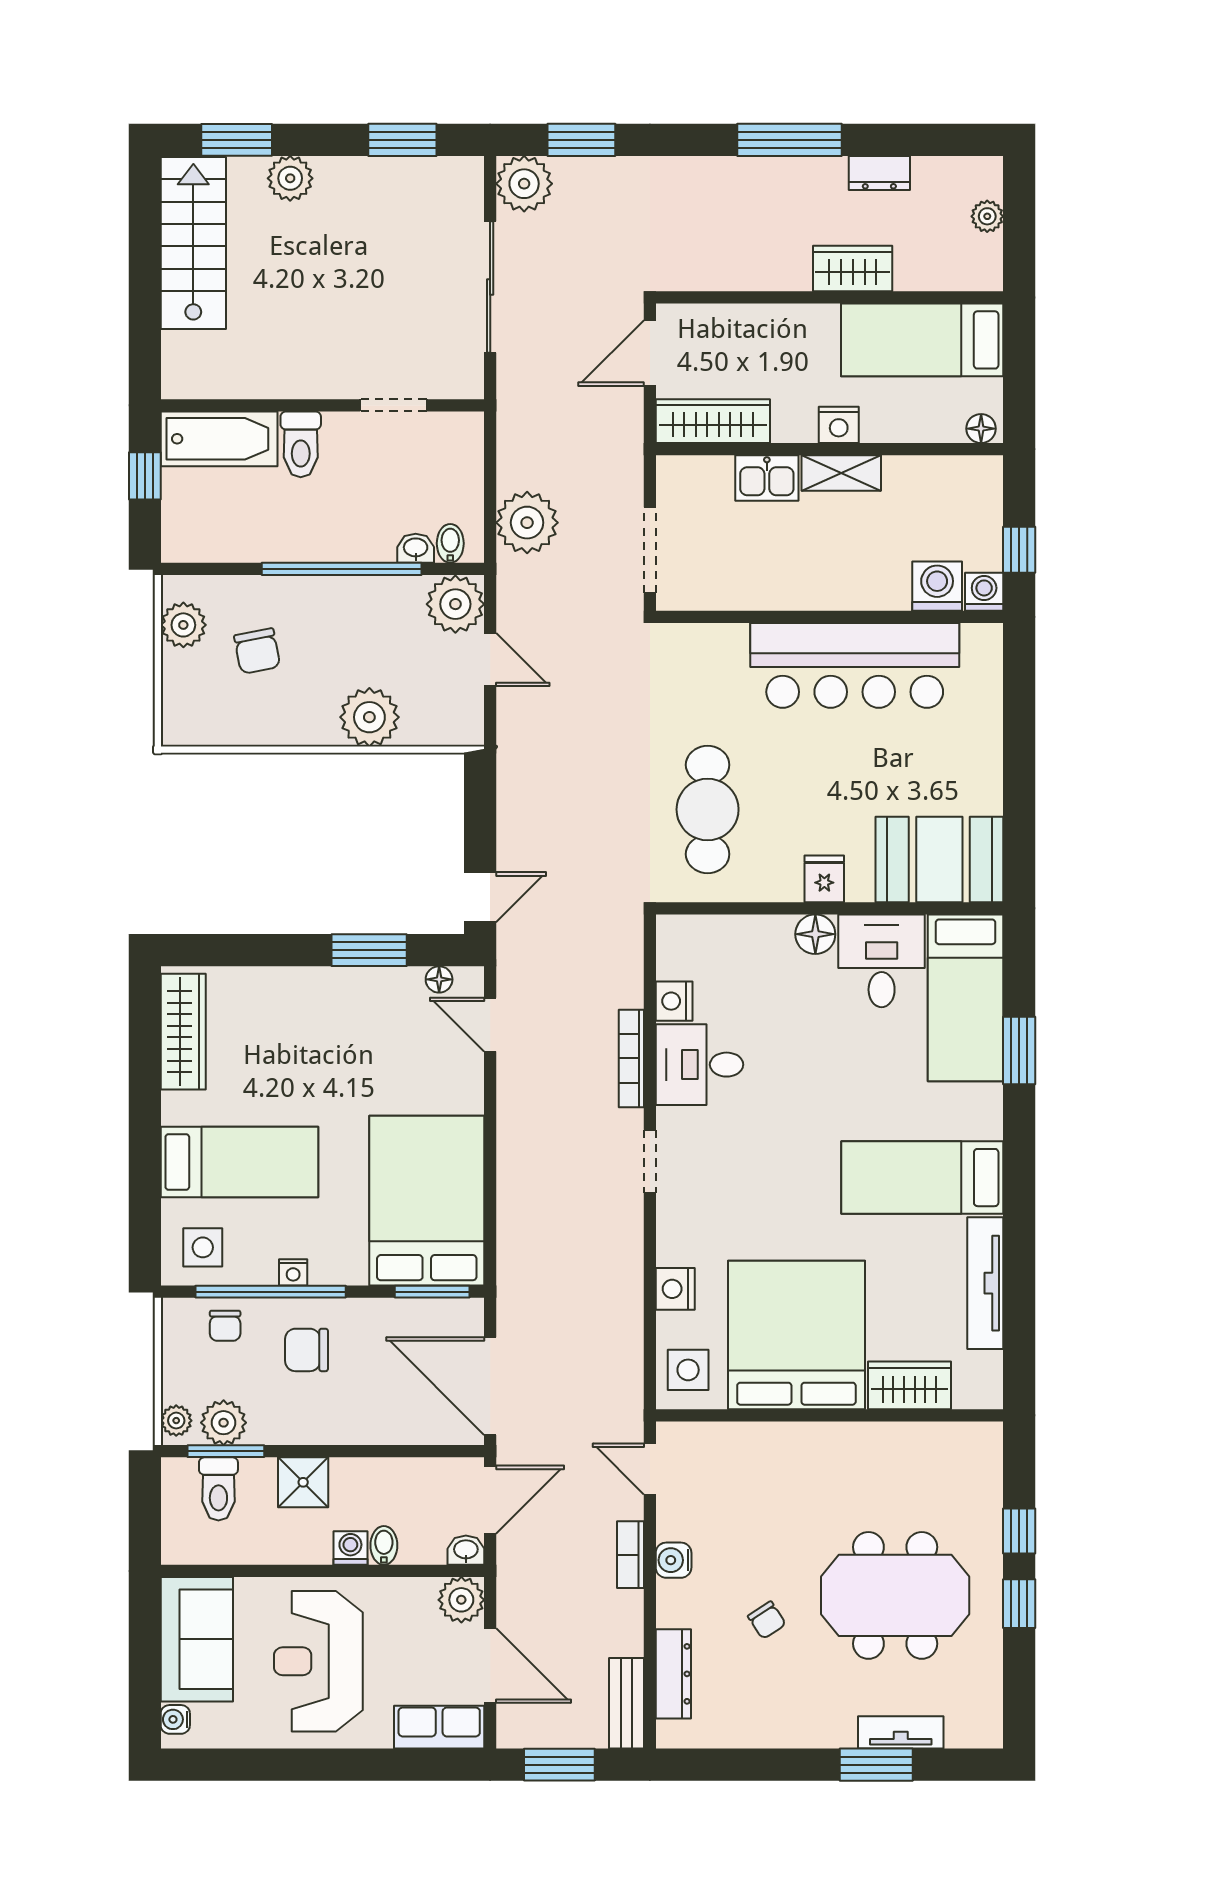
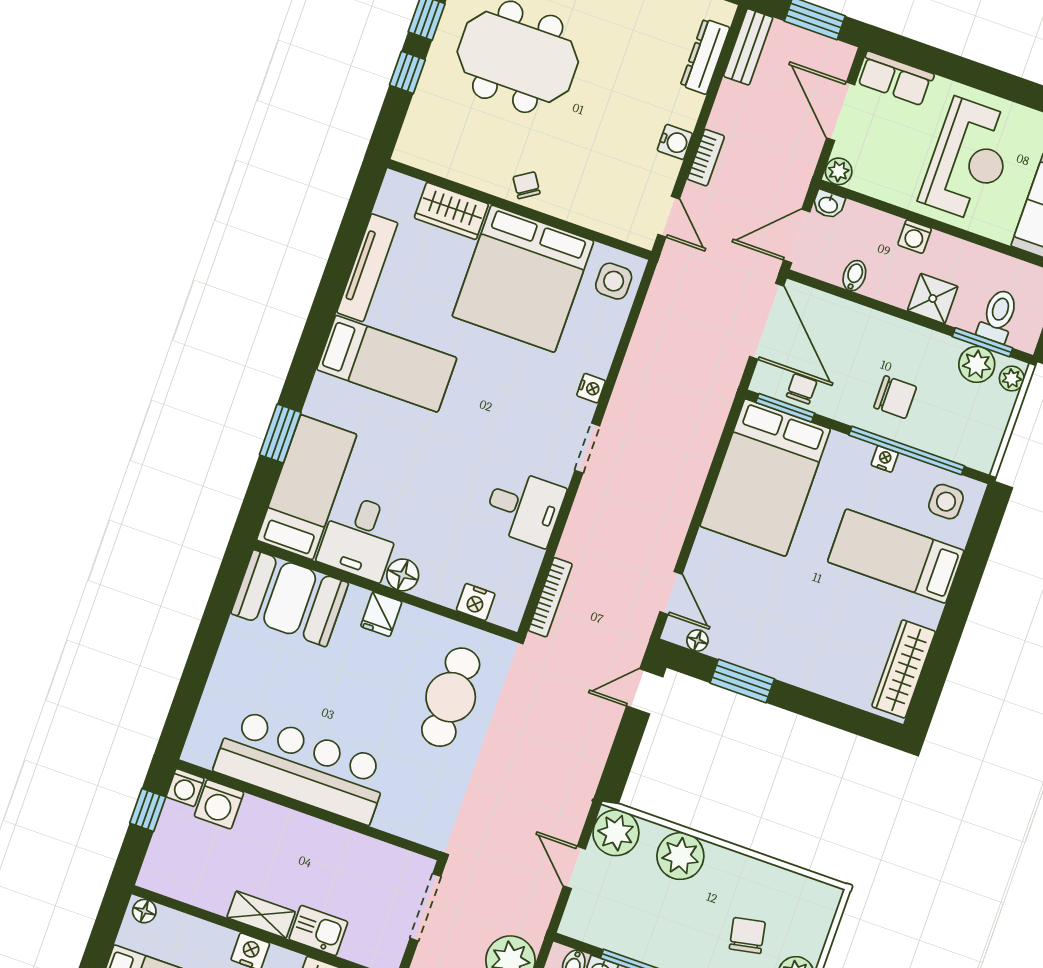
plant: (455, 604) -> (616, 833), moved
nightstand: (674, 1001) -> (476, 602), moved, turned 90
bookcase: (631, 1058) -> (550, 597), moved
nightstand: (675, 1289) -> (591, 388), moved, width x0.72, depth x0.74
chair: (225, 1326) -> (802, 389), moved
bidet: (384, 1545) -> (854, 276), moved, turned 180
plant: (461, 1600) -> (839, 171), width x0.73, depth x0.73
chair: (767, 1620) -> (527, 185), moved

